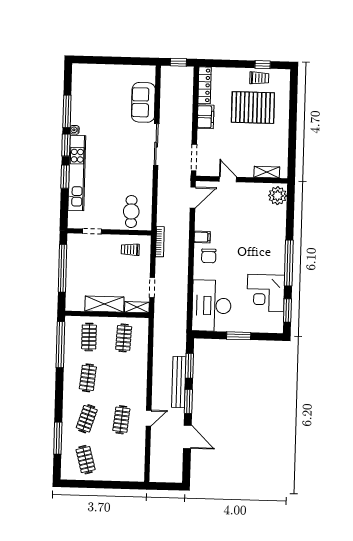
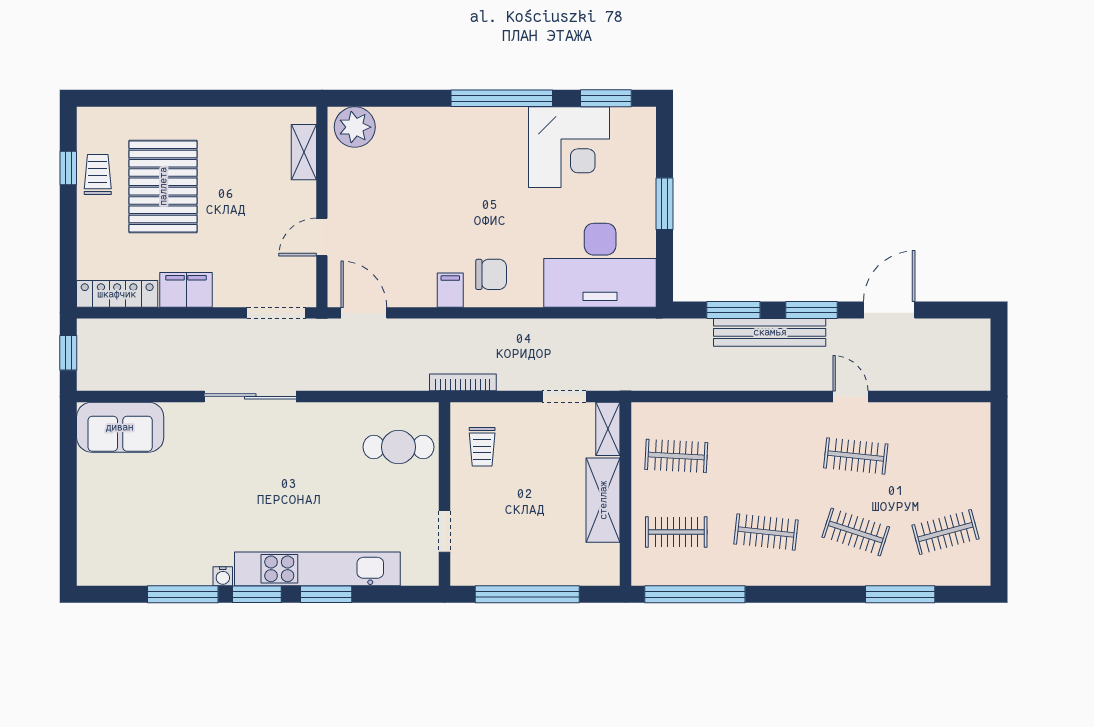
sofa: (143, 102) -> (120, 427), moved

